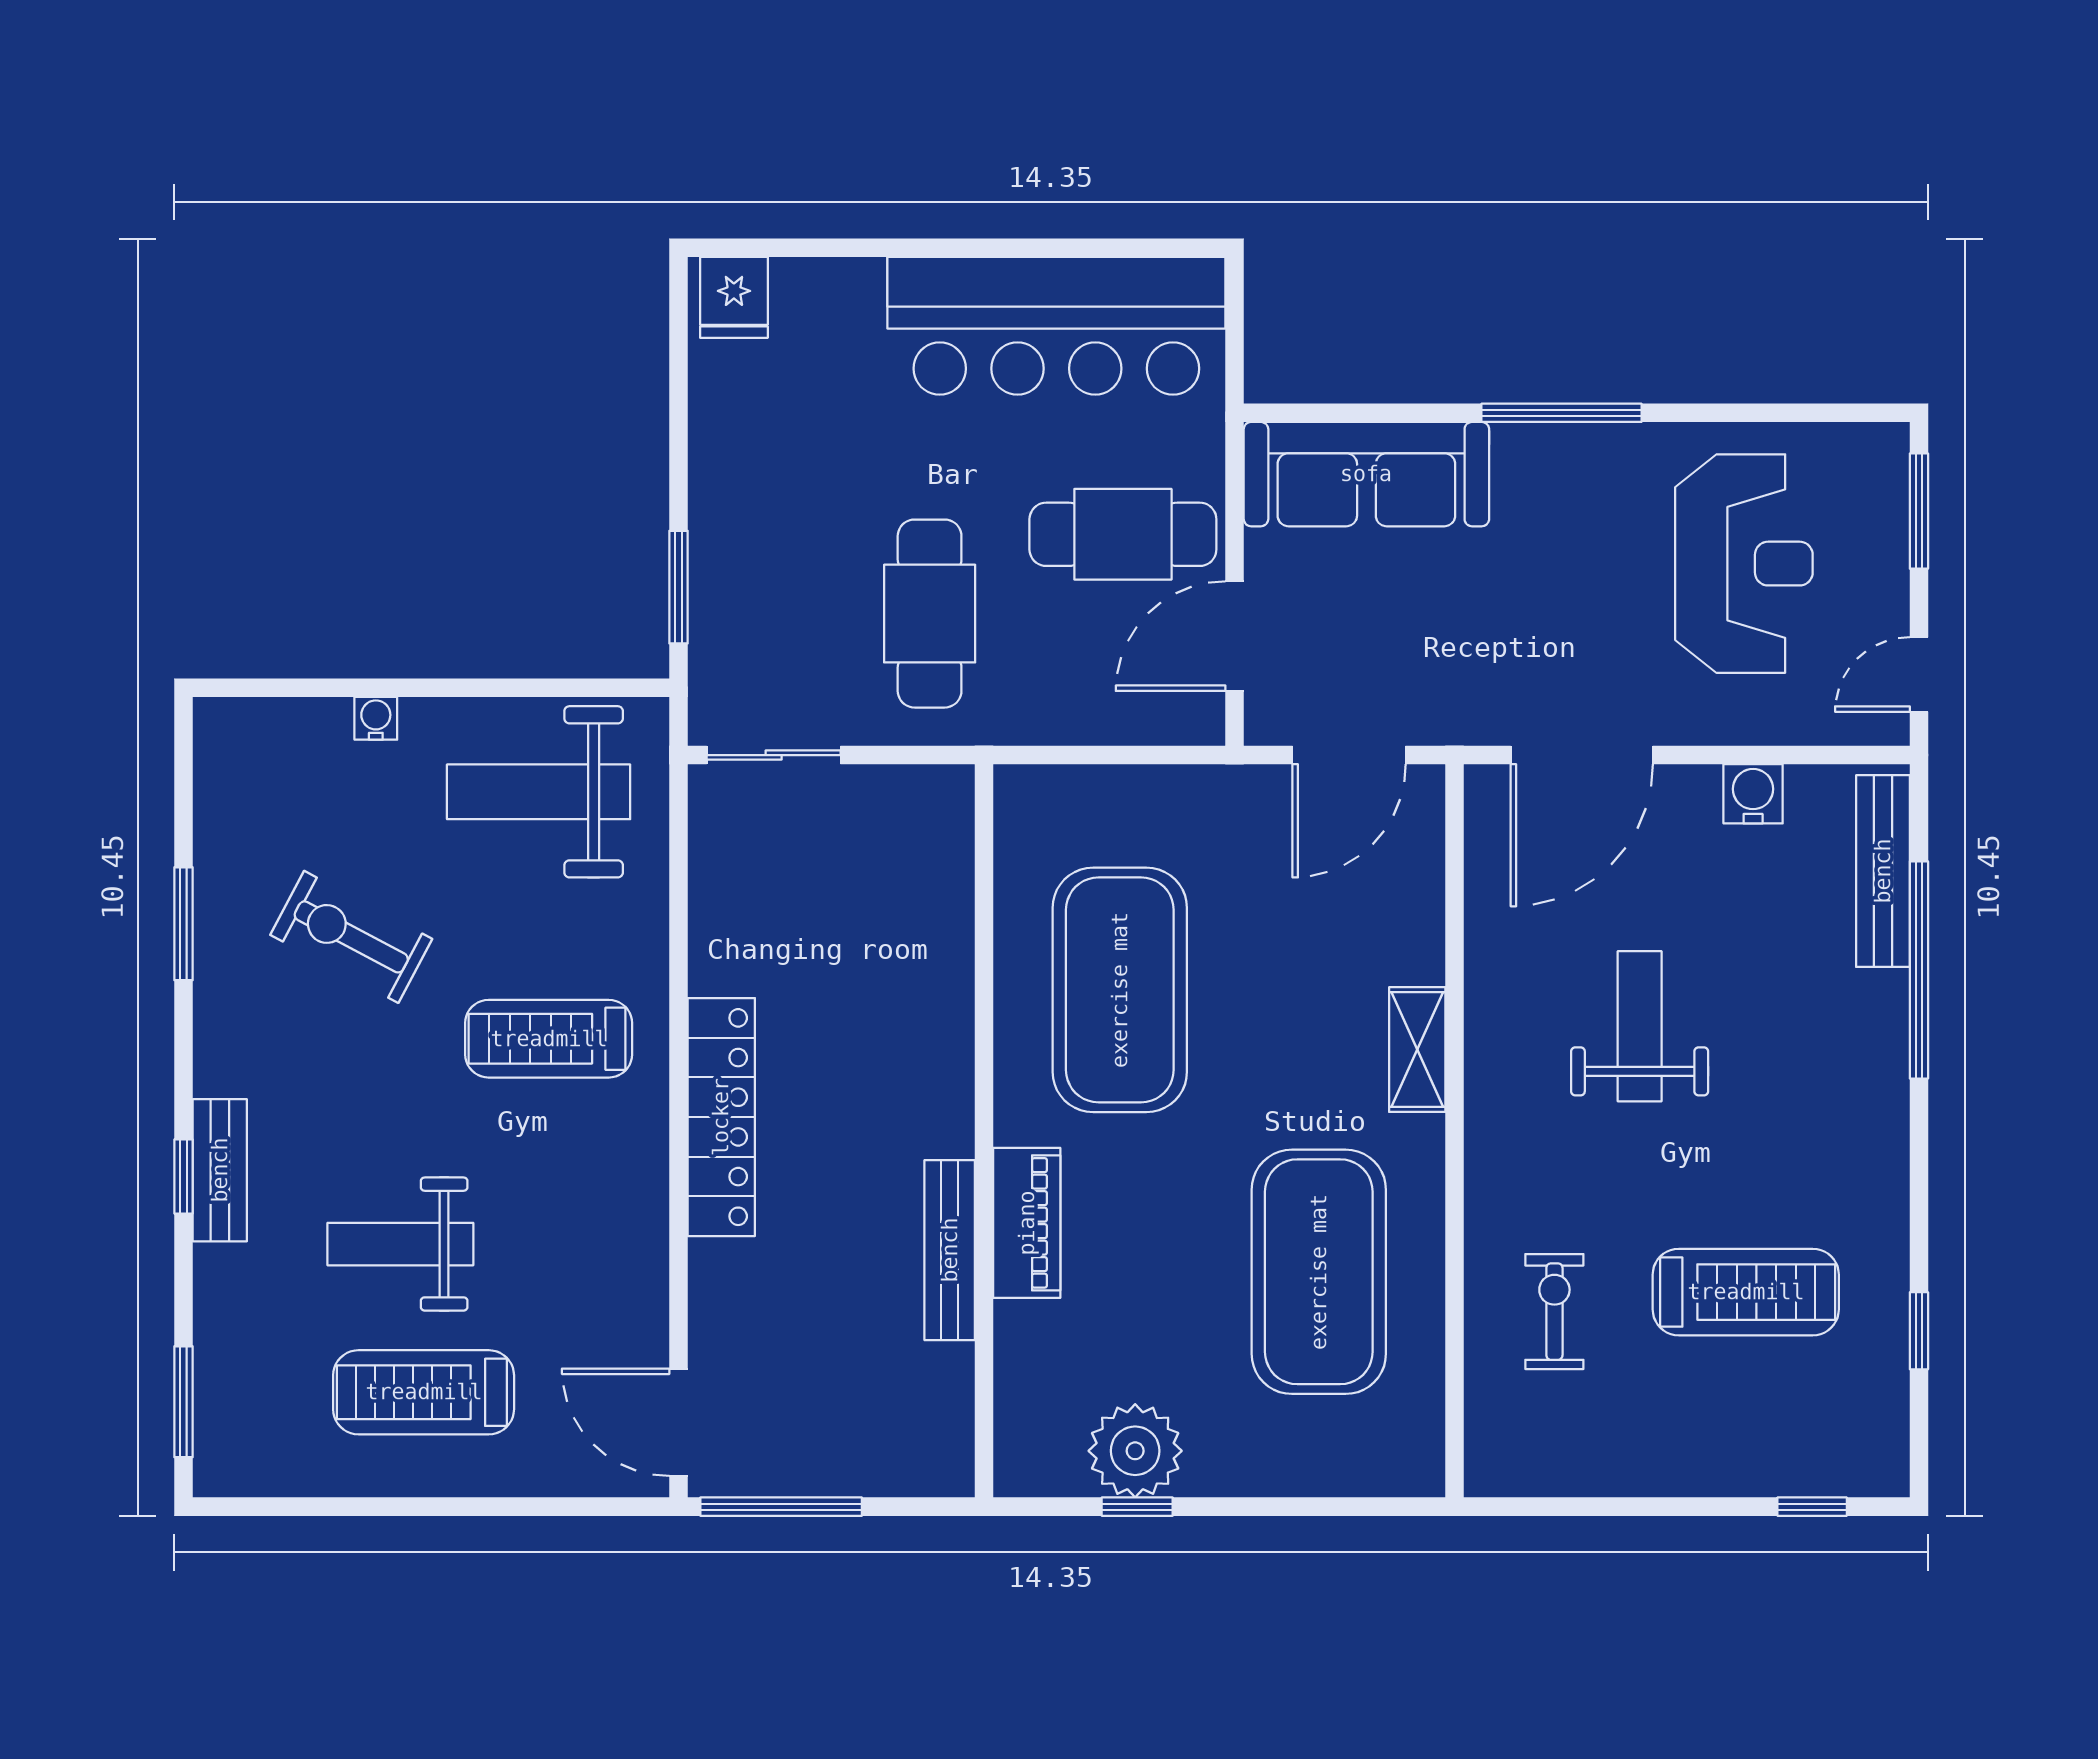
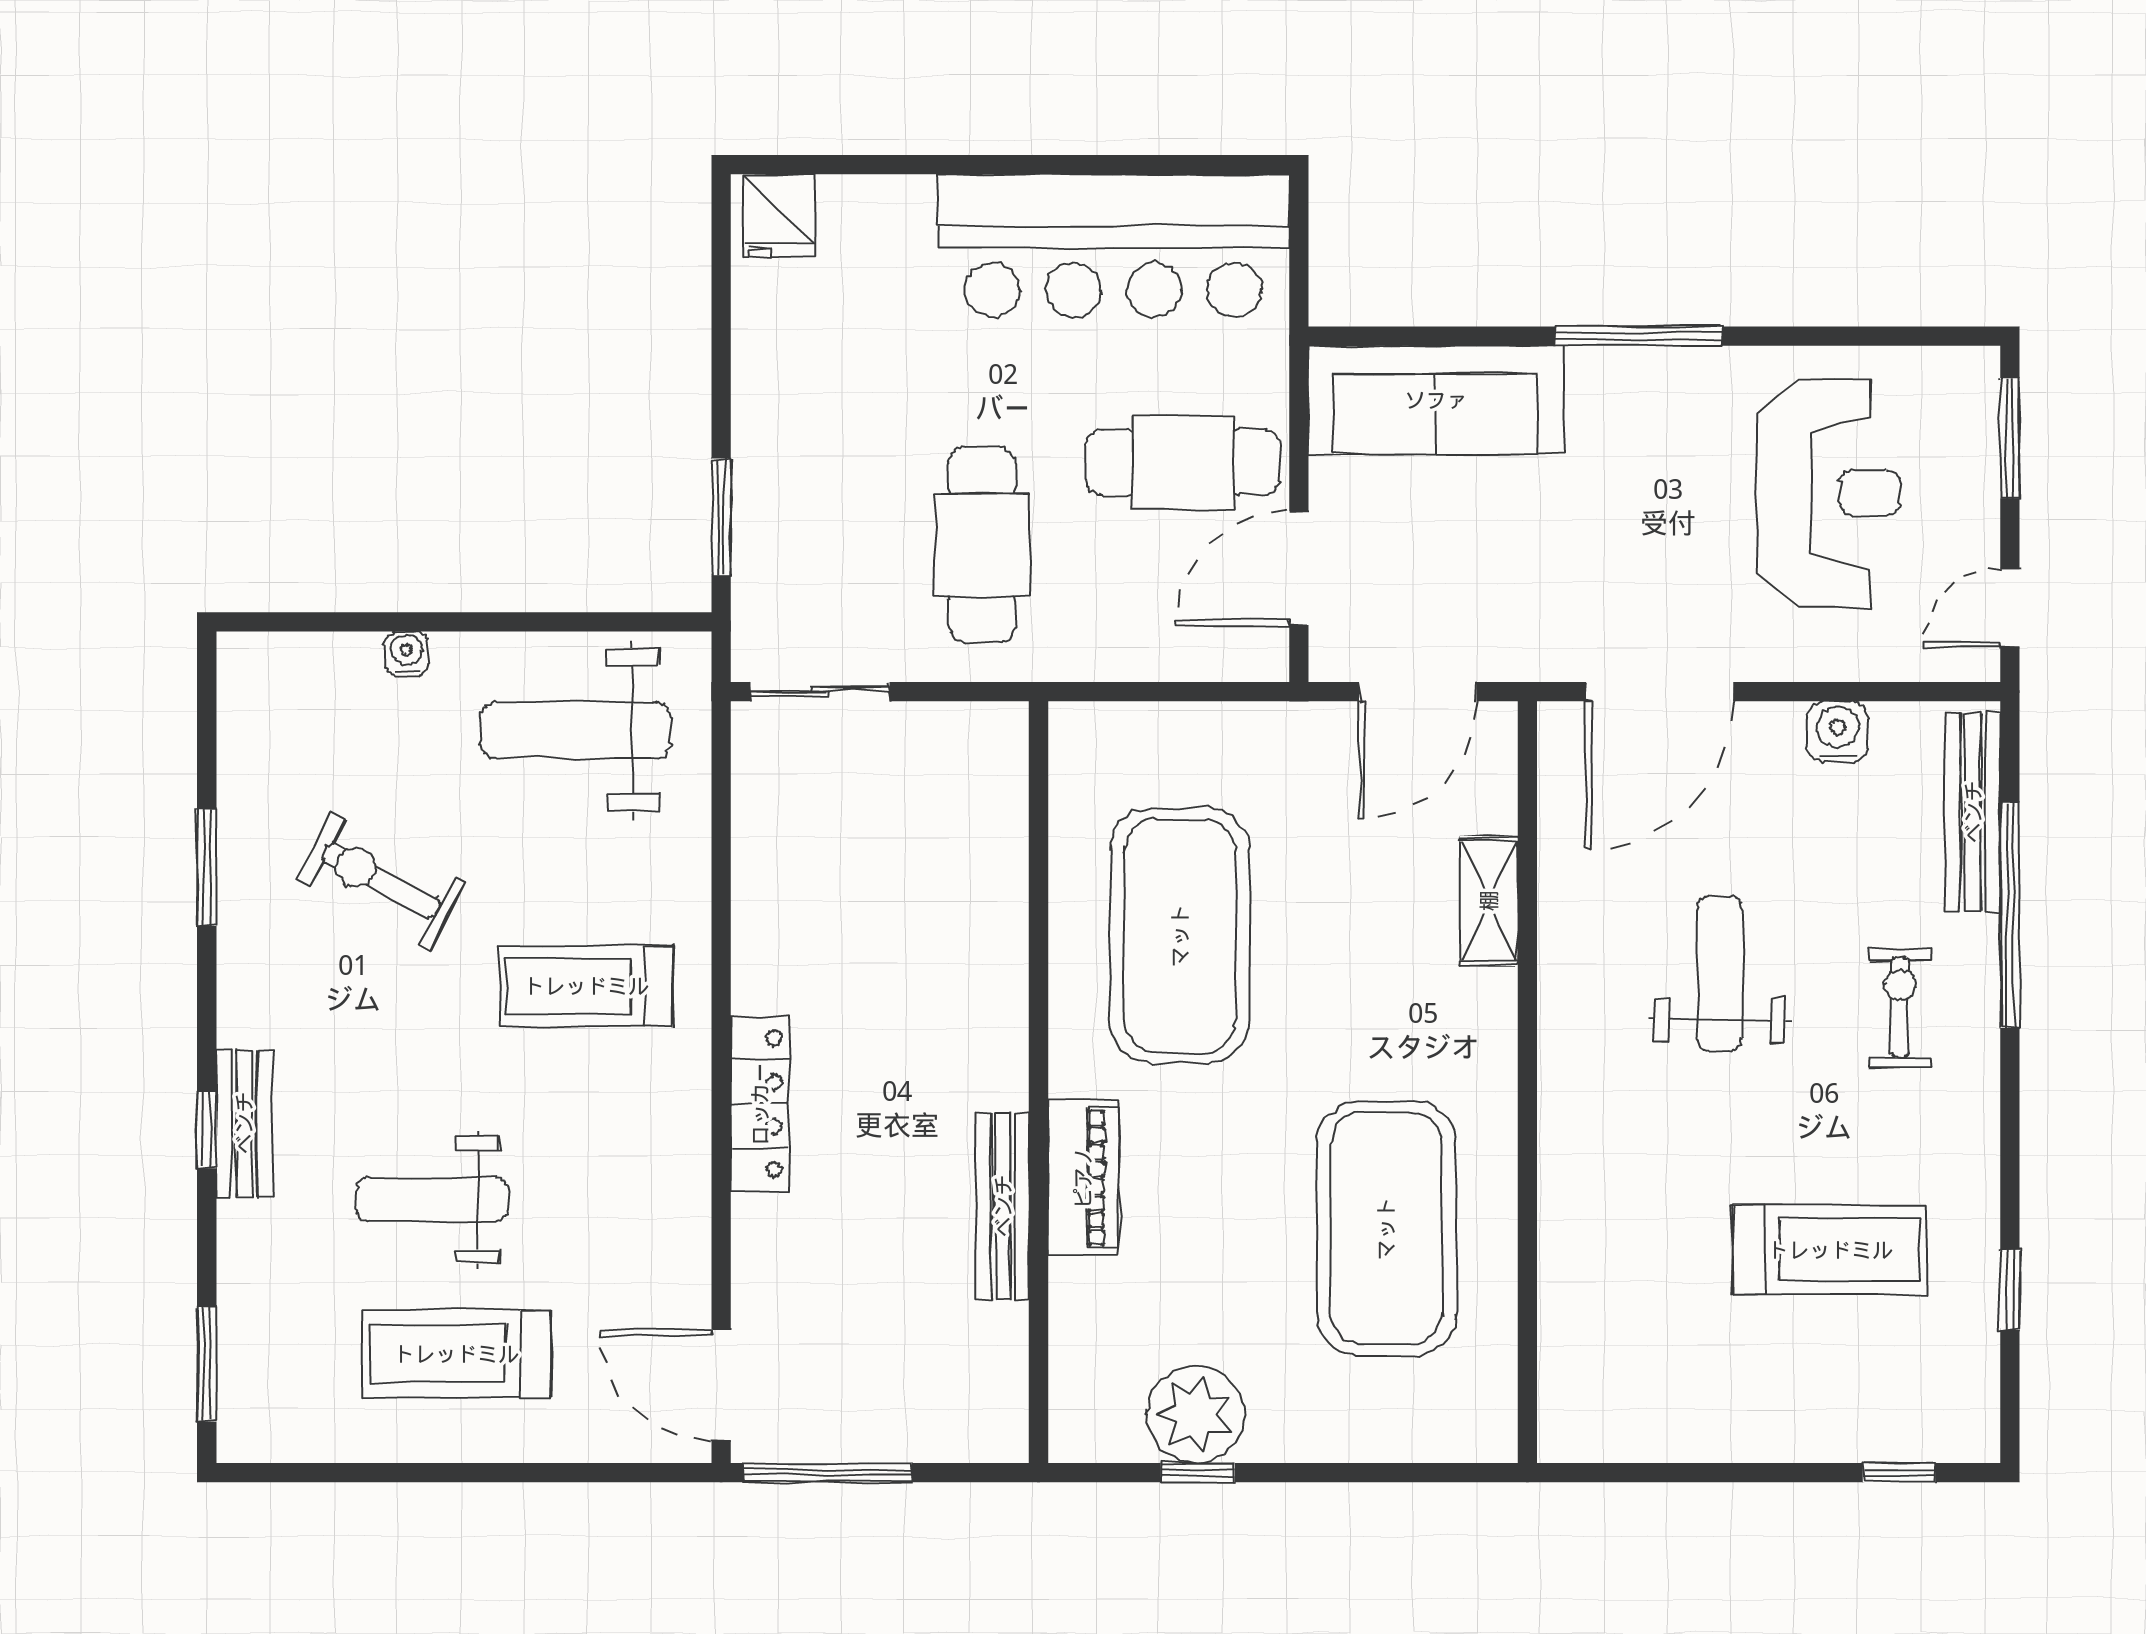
shelving: (1417, 1050) -> (1489, 901), moved
locker: (721, 1117) -> (760, 1104), width x0.71, depth x0.83
exercise bike: (1554, 1312) -> (1900, 1007), moved

